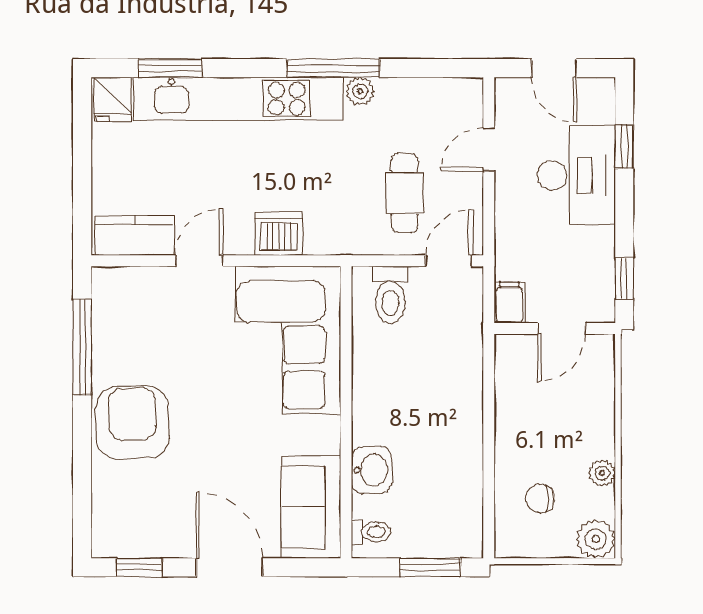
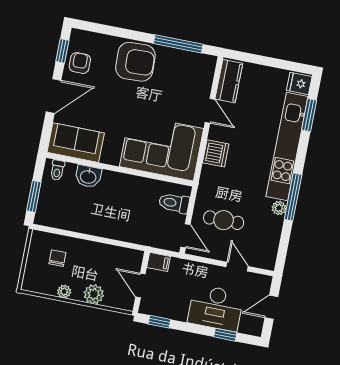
armchair: (156, 529) -> (80, 63), added
plant: (596, 539) -> (94, 294), moved

